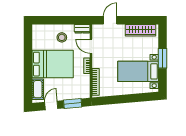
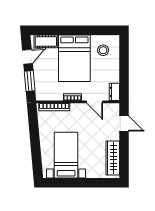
stool: (62, 37) -> (103, 50), moved
door: (91, 46) -> (95, 102), swing flipped
window: (162, 58) -> (81, 183), removed
door: (51, 105) -> (27, 57), hinge flipped

